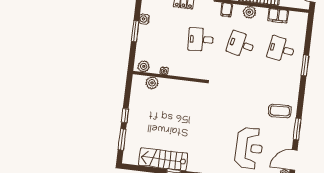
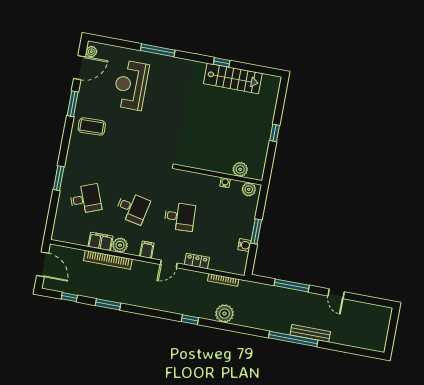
filing cabinet: (278, 16) -> (101, 241), moved
desk: (281, 49) -> (85, 199), turned -30
window: (122, 140) -> (280, 105), removed

